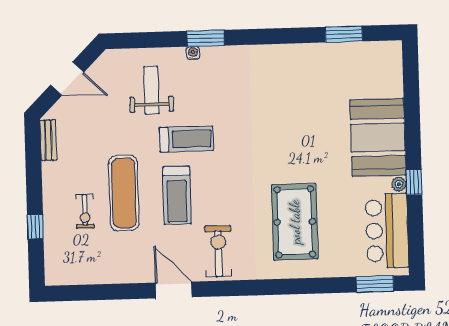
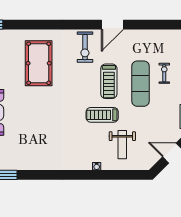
window: (206, 38) -> (89, 175), removed
treadmill: (177, 195) -> (109, 81), turned 180
door: (174, 290) -> (112, 25), hinge flipped

